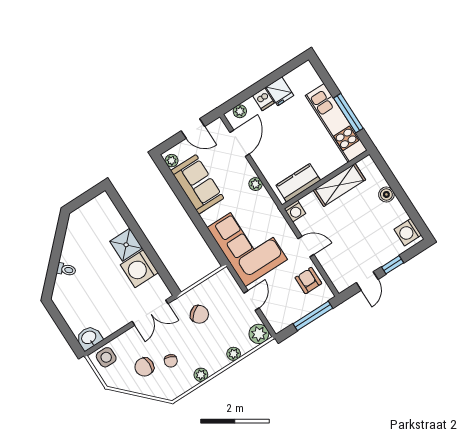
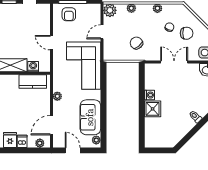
washing machine: (295, 211) -> (33, 67), moved
washing machine: (139, 269) -> (149, 95), width x0.53, depth x0.53
armchair: (308, 281) -> (69, 14), moved
double door: (150, 313) -> (174, 62), moved

